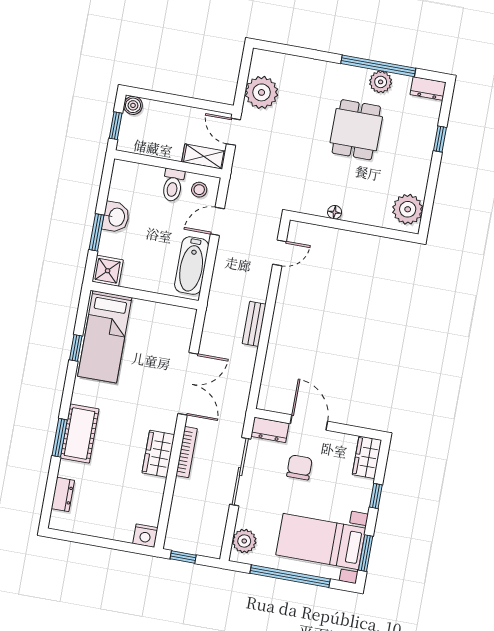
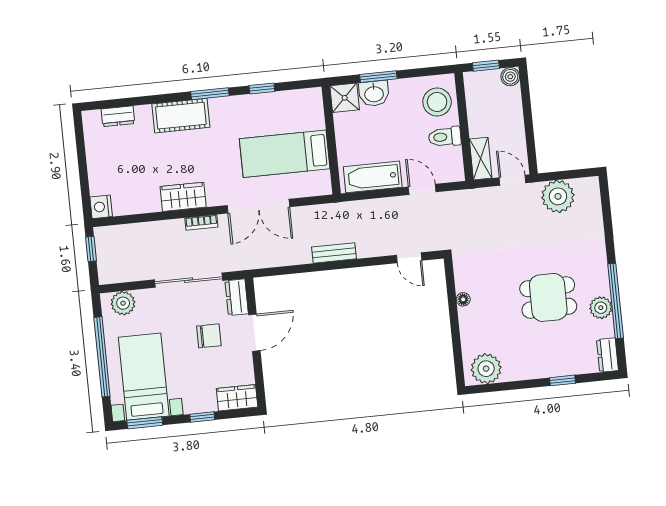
door: (233, 132) -> (512, 180), hinge flipped
stool: (199, 190) -> (437, 102), moved, width x1.89, depth x1.89
washbasin: (116, 217) -> (374, 94), moved
bed: (105, 337) -> (285, 154), moved
window: (60, 438) -> (210, 94), moved
bookcase: (187, 452) -> (201, 222), width x0.64

